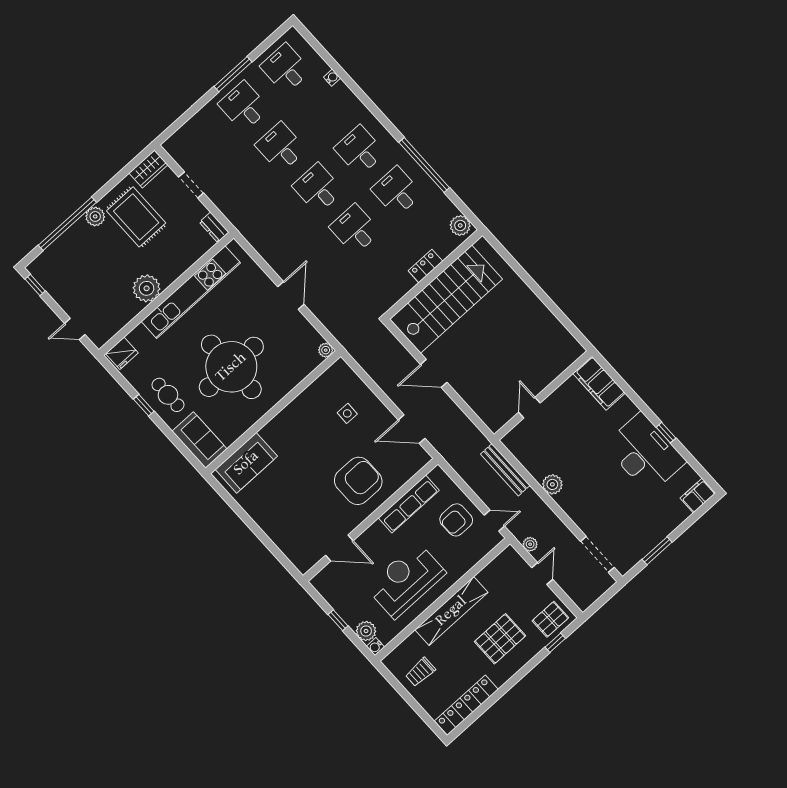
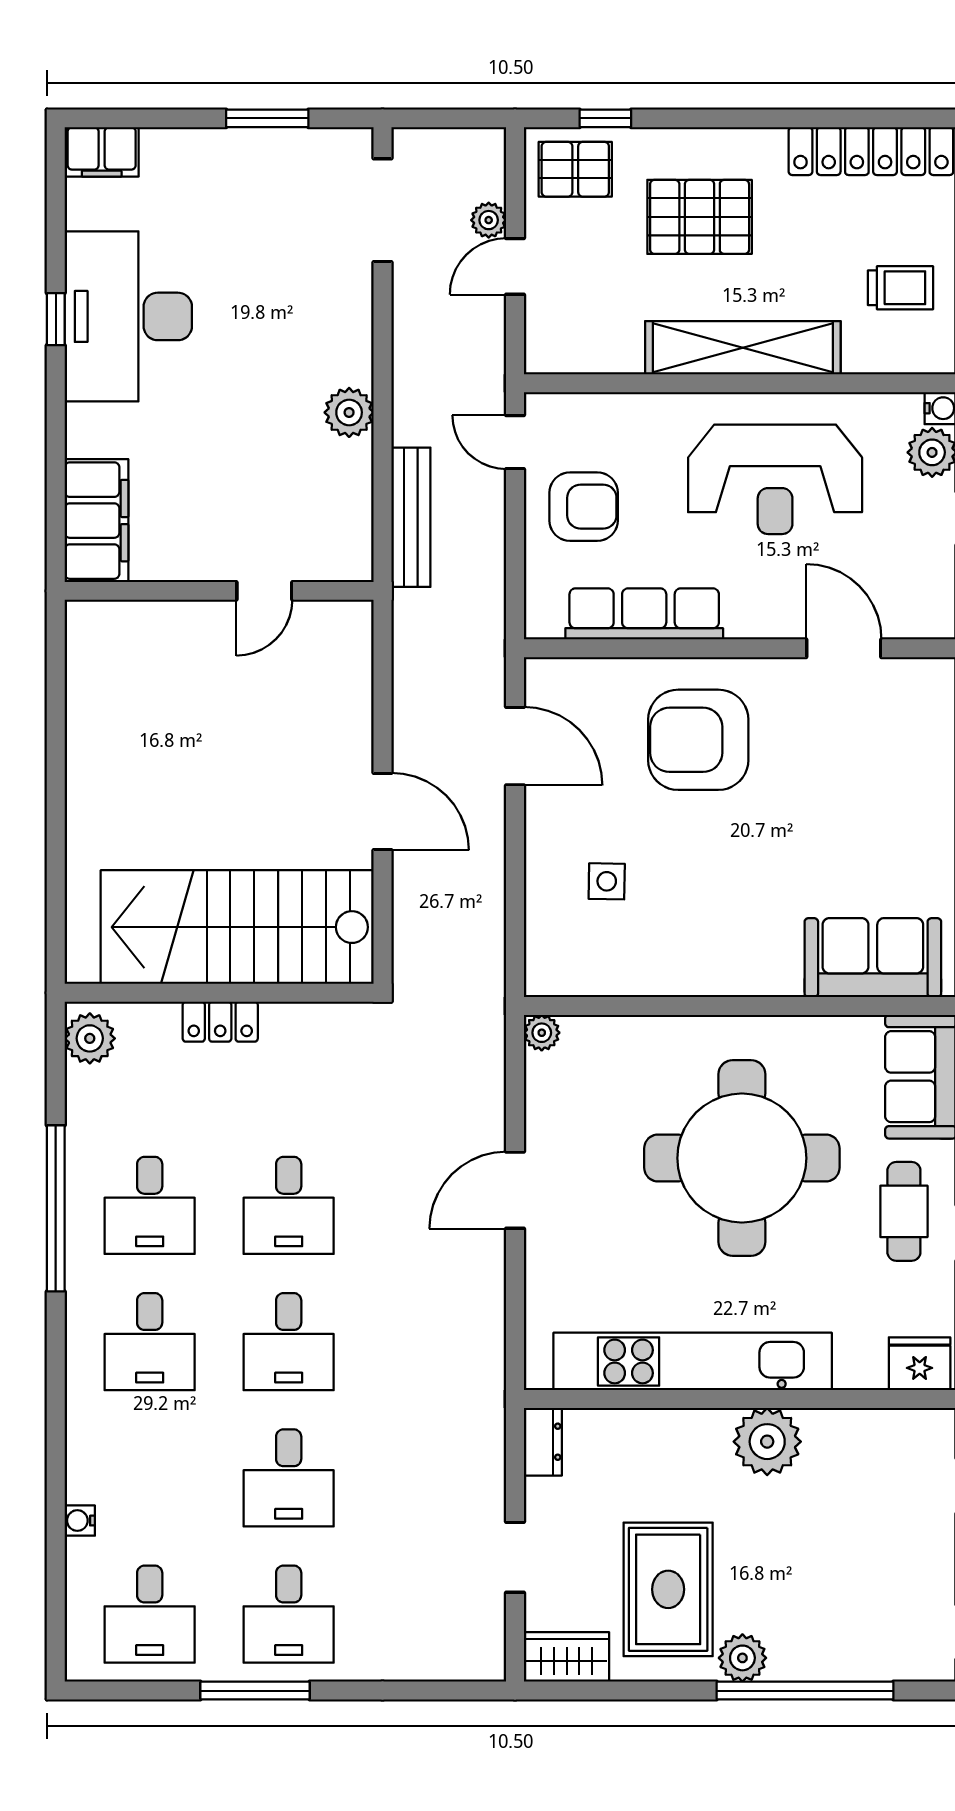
plant: (530, 544) -> (489, 220), moved

